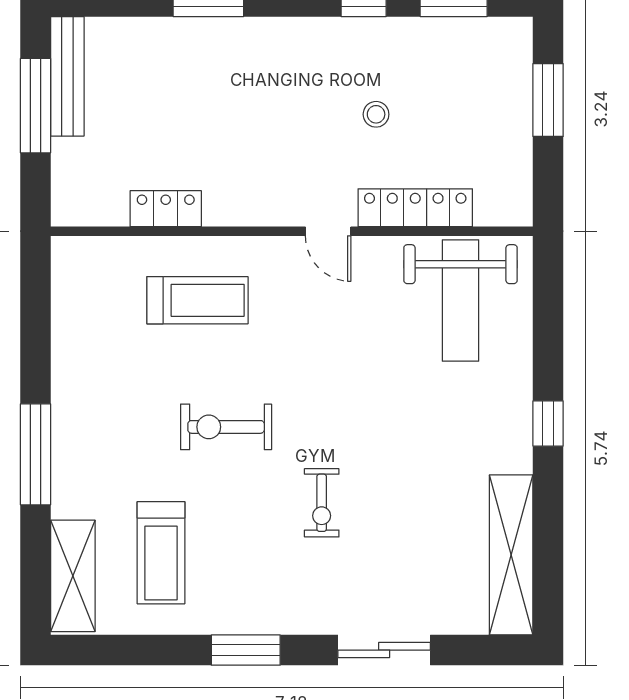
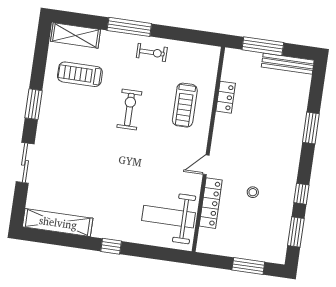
window: (36, 106) -> (263, 46), moved
exercise bike: (322, 503) -> (152, 52), moved, turned 180

